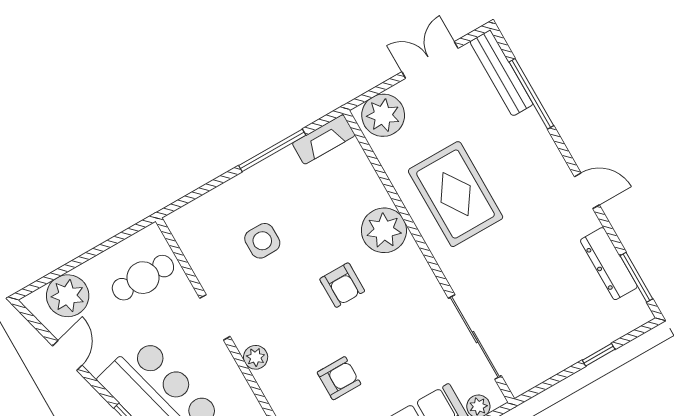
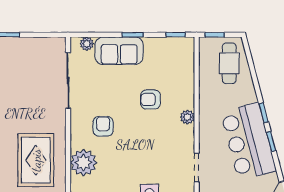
armchair: (342, 285) -> (103, 126), moved
plant: (256, 357) -> (187, 117), moved

